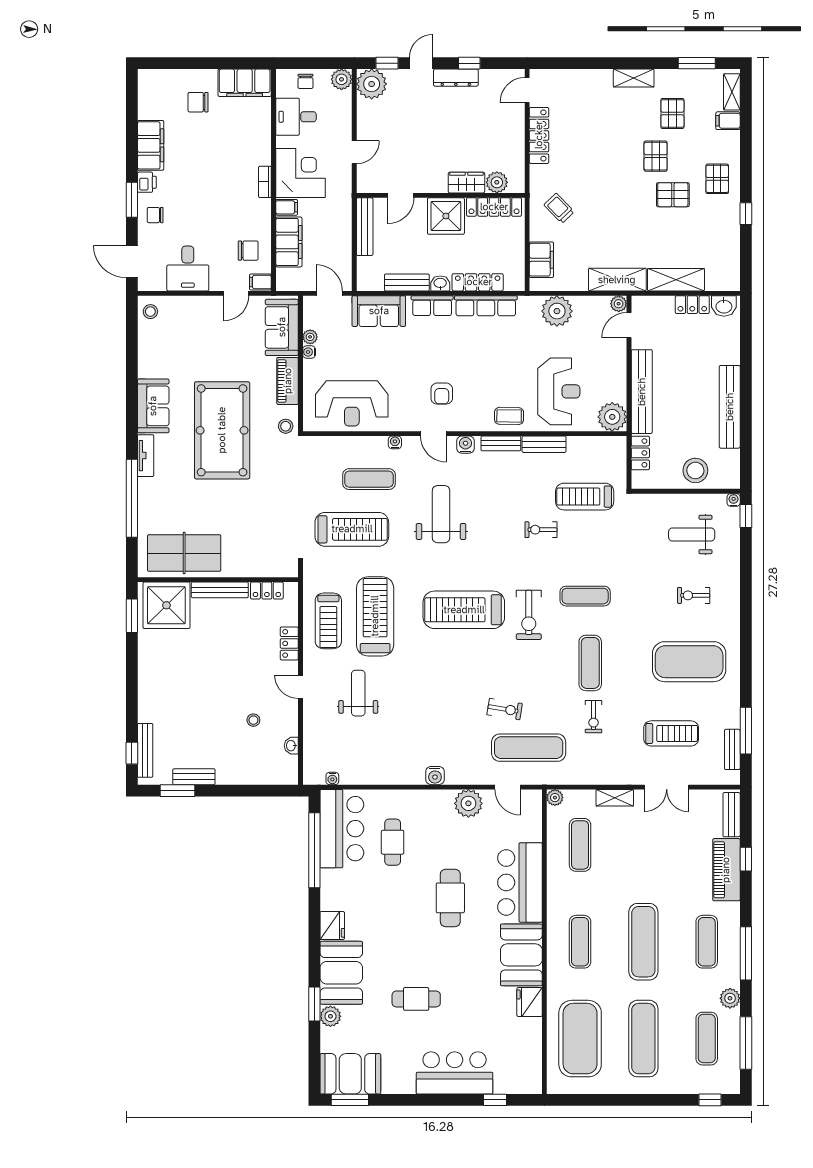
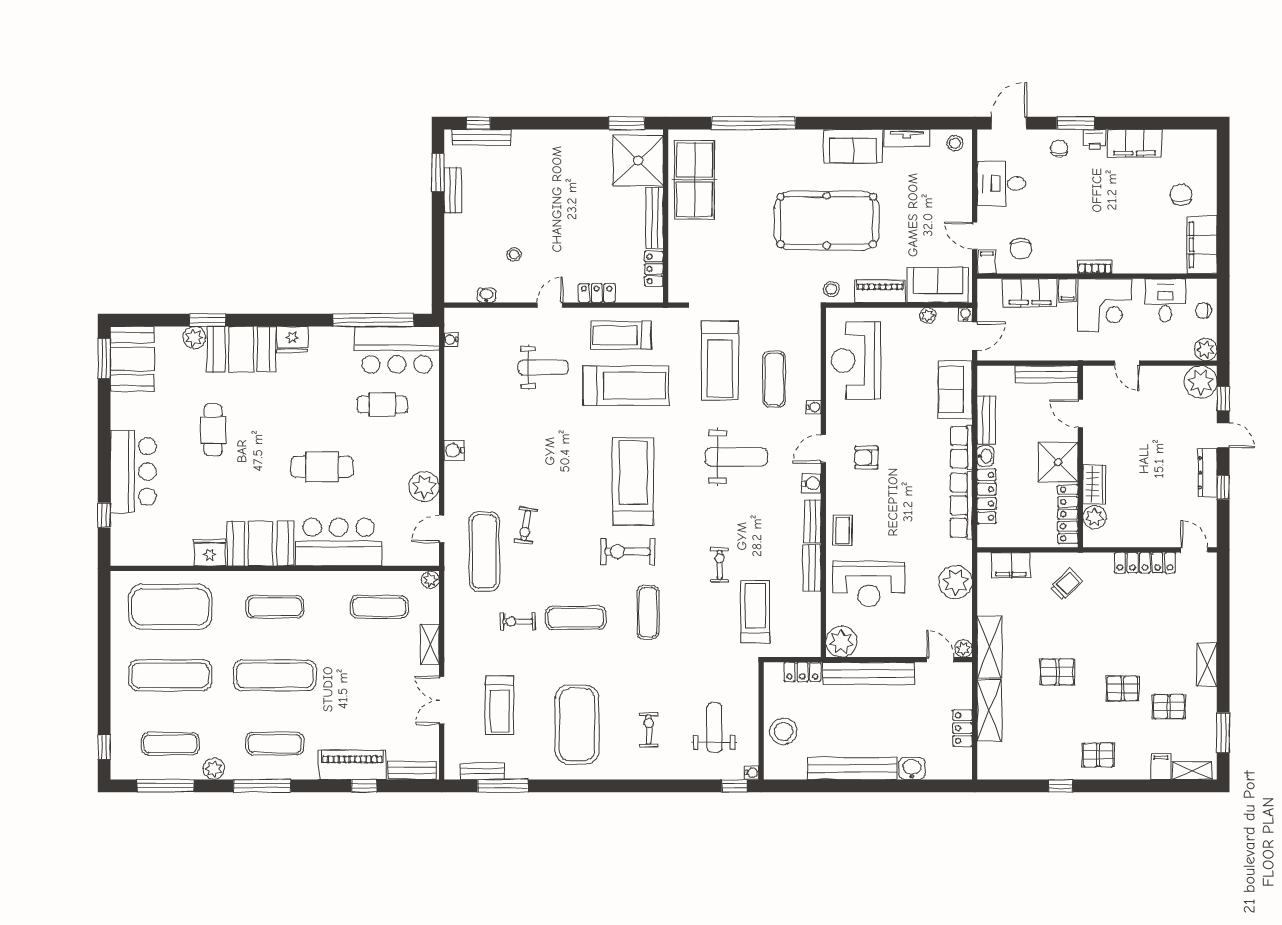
pallet: (673, 195) -> (1057, 672), moved, turned 90
washbasin: (724, 306) -> (912, 768), moved, turned 90
water cooler: (309, 352) -> (965, 314), moved
tv unit: (146, 456) -> (907, 138), moved

